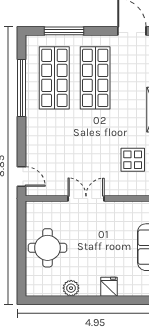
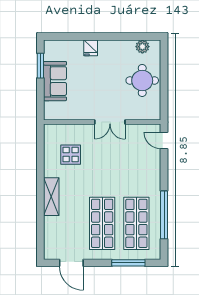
plant: (71, 288) -> (142, 47), moved

